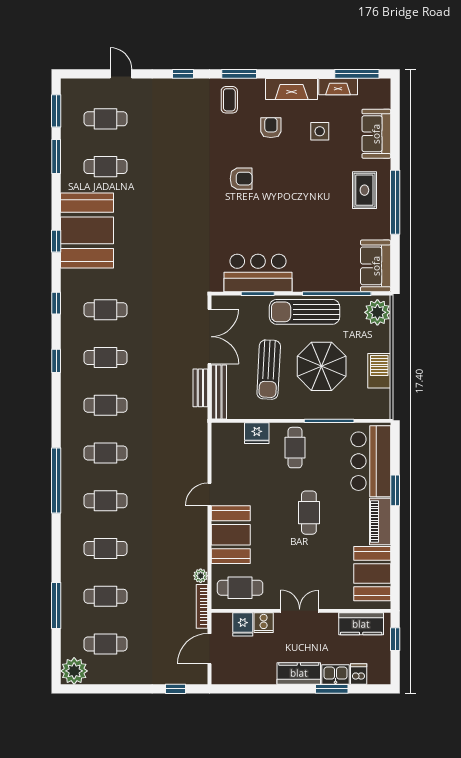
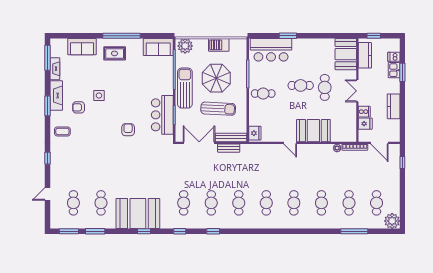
window: (239, 74) -> (48, 106), moved
side table: (320, 131) -> (99, 96), moved
armchair: (241, 179) -> (128, 130), moved
sun lounger: (305, 312) -> (185, 88), turned 180
fridge: (257, 433) -> (255, 133), moved
window: (56, 481) -> (282, 231), removed
piano: (380, 522) -> (306, 44), removed
booth: (372, 574) -> (346, 54), moved, turned 90
cafe table: (240, 588) -> (325, 87), moved
kitchen counter: (299, 673) -> (394, 106), moved

